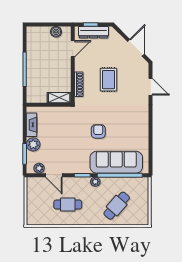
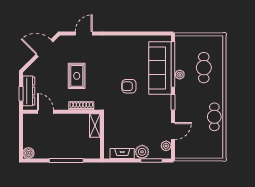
boiler: (56, 32) -> (28, 153), moved
rug: (108, 80) -> (77, 76), turned 90
plant: (95, 182) -> (180, 75), moved
cafe table: (68, 205) -> (214, 117), moved
cafe table: (117, 206) -> (204, 68), turned 49

